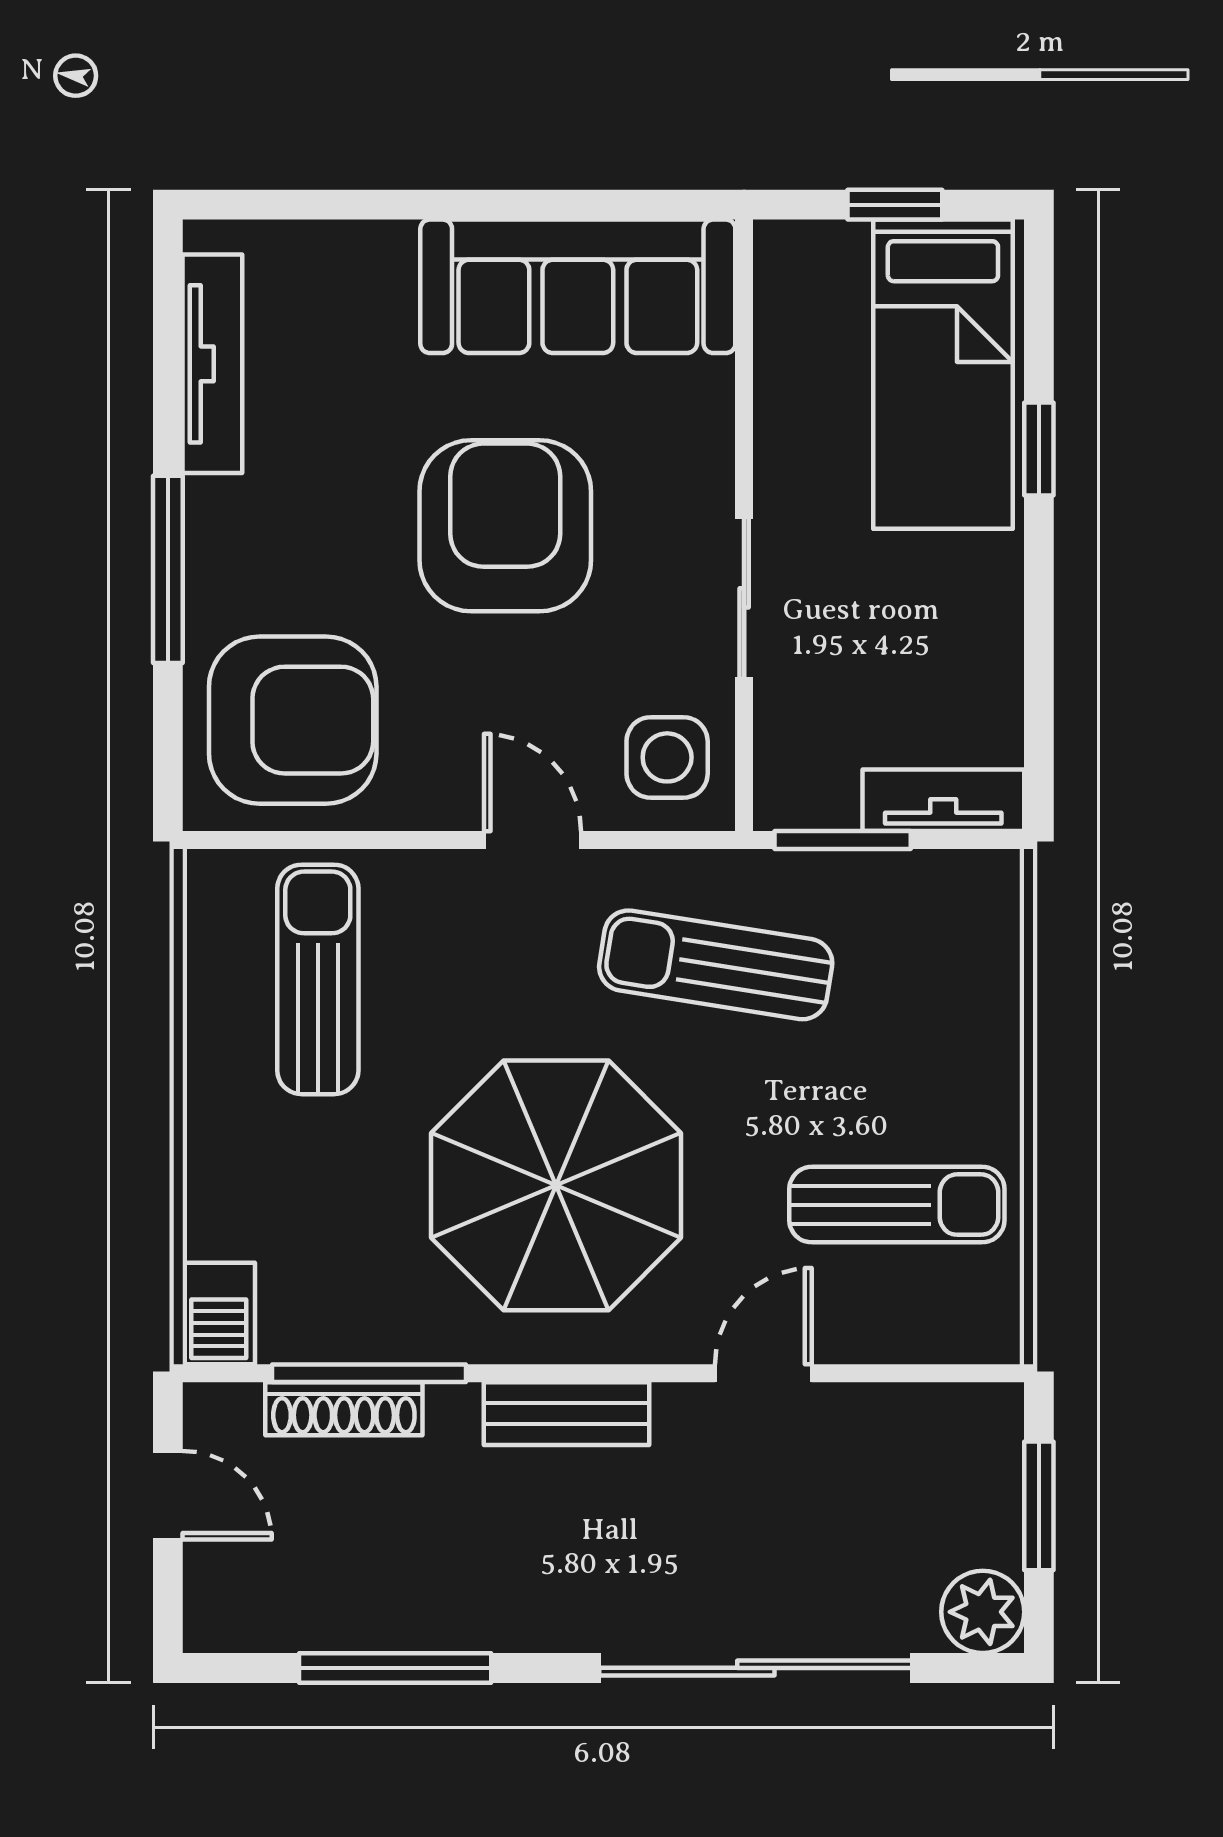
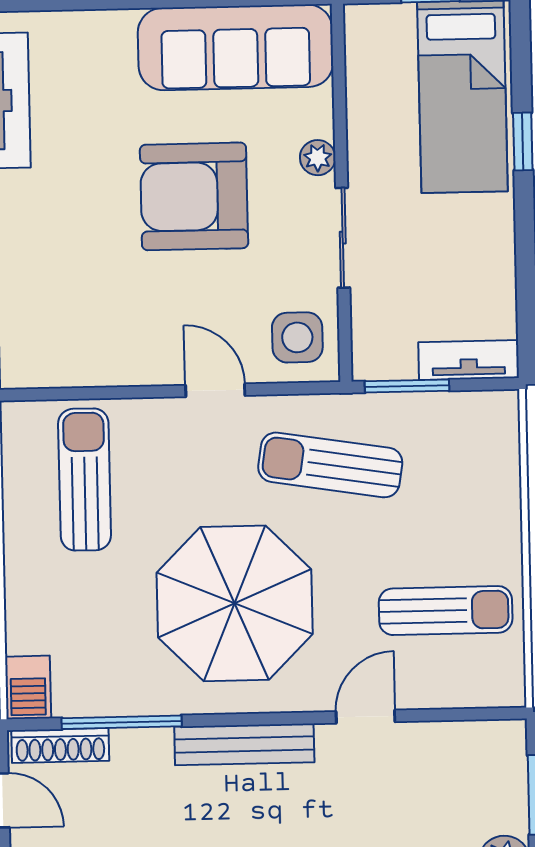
plant: (707, 468) -> (318, 158), added
armchair: (505, 526) -> (194, 196), turned -90
armchair: (293, 720) -> (65, 320), removed
shoe rack: (344, 1409) -> (60, 746), moved
bench: (566, 1414) -> (244, 744), width x1.36

